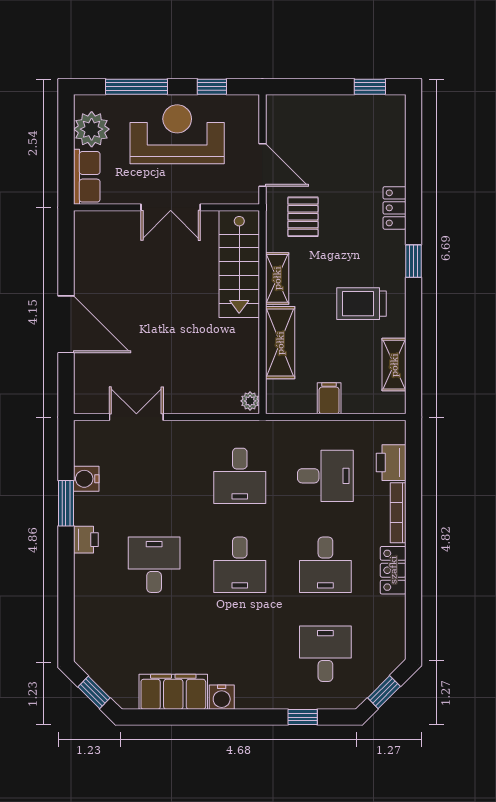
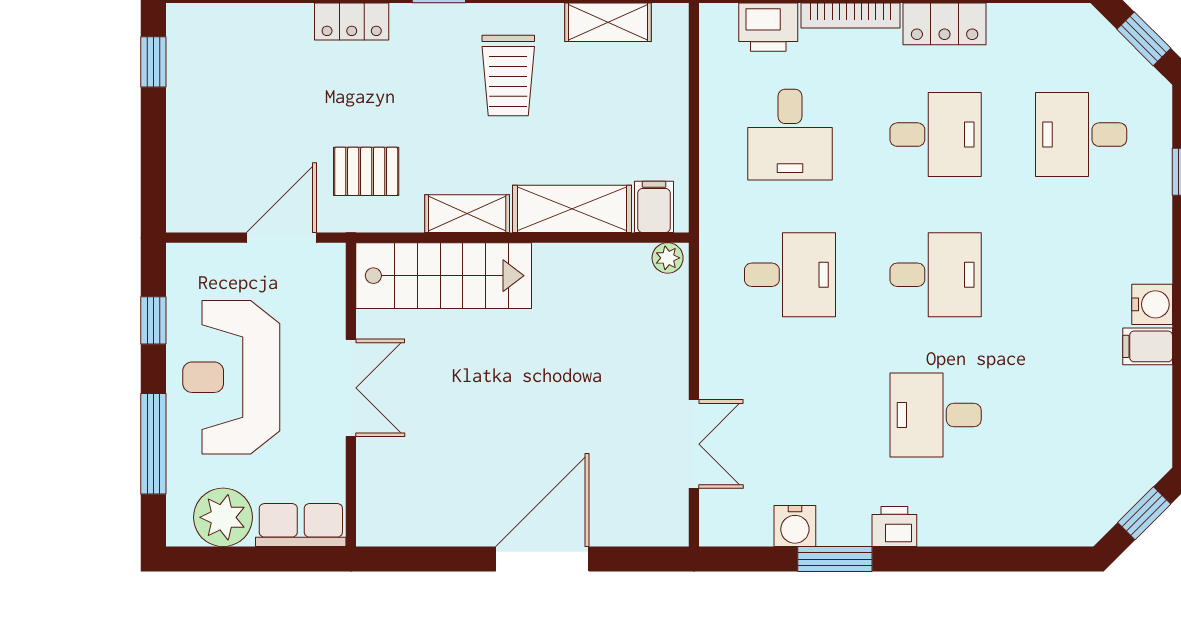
filing cabinet: (329, 398) -> (654, 207), moved, turned 90
double door: (136, 417) -> (694, 444), swing flipped
desk: (325, 476) -> (790, 135), turned 180
filing cabinet: (173, 692) -> (1148, 346), width x0.33, depth x0.86

